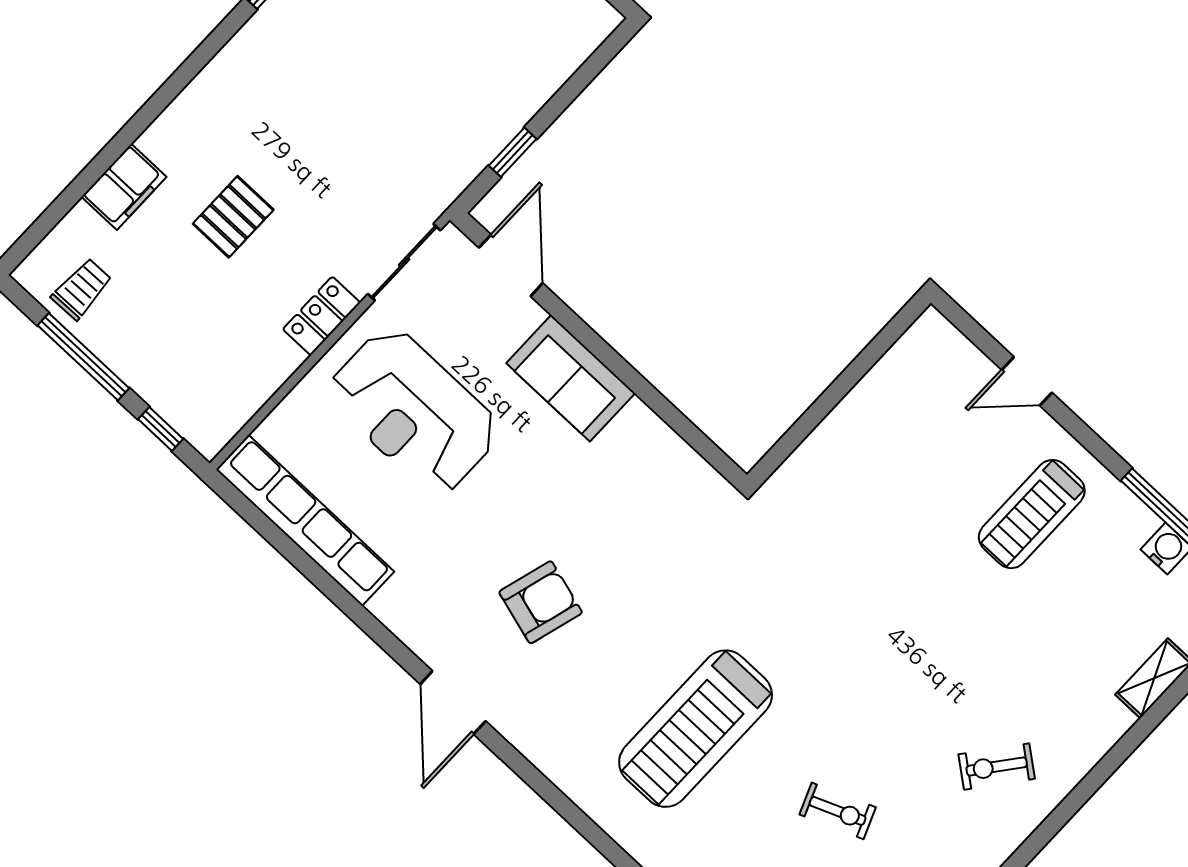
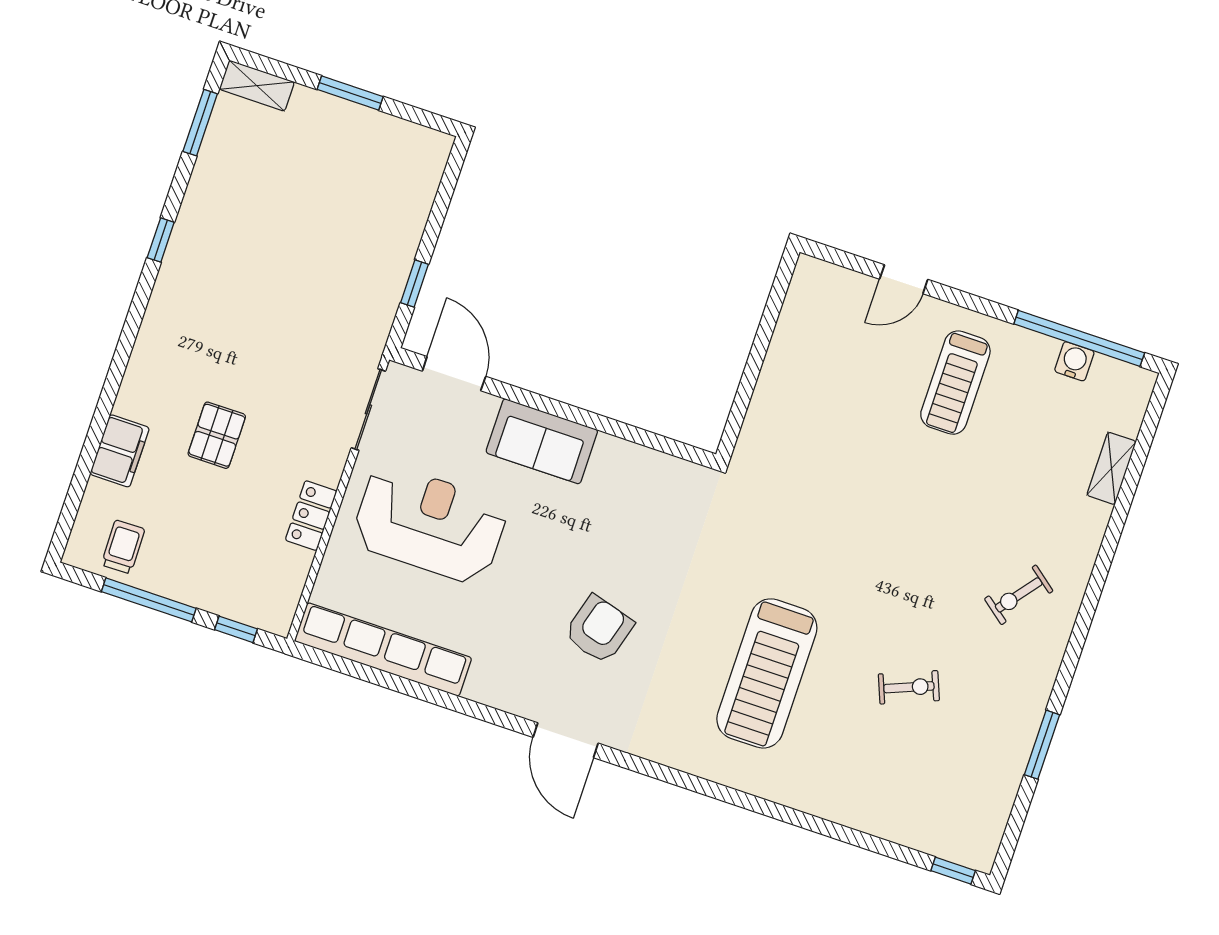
locker: (322, 316) -> (311, 516), moved
reception desk: (414, 411) -> (430, 524), turned 180

